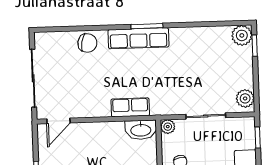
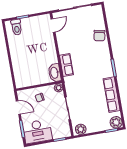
row of seats: (138, 38) -> (112, 95), moved
door: (58, 121) -> (53, 25), swing flipped

